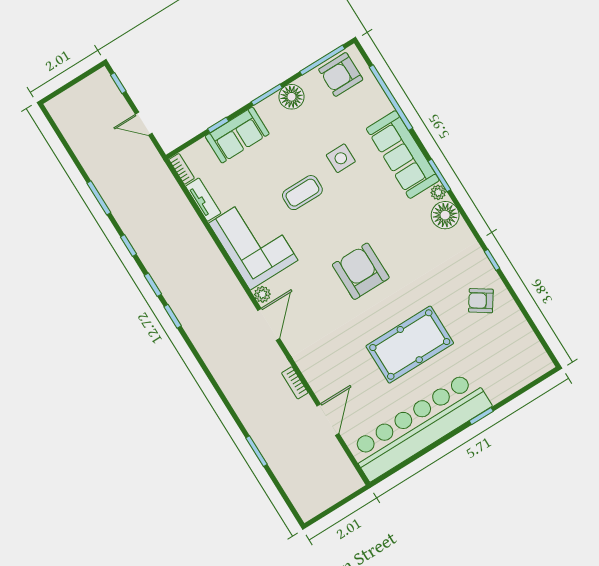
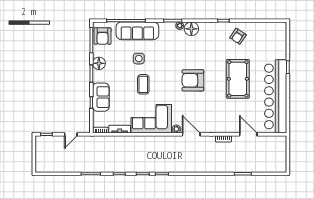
sofa: (403, 155) -> (137, 31), moved

